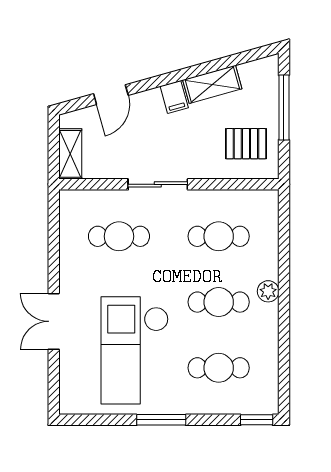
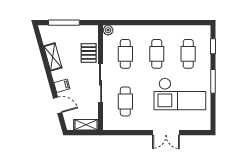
filing cabinet: (174, 97) -> (62, 86), moved
pallet: (246, 144) -> (89, 53), moved
sliding door: (158, 184) -> (101, 83), width x1.37
plant: (268, 291) -> (108, 30), moved
window: (257, 420) -> (213, 46), moved

